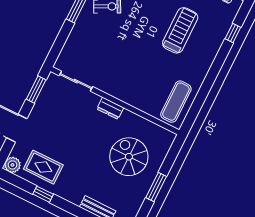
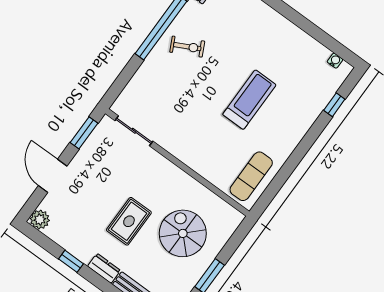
treadmill: (180, 30) -> (249, 100), moved
dresser: (110, 108) -> (104, 268), moved, turned 180
rug: (43, 167) -> (129, 221), moved, turned 90

